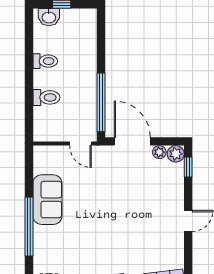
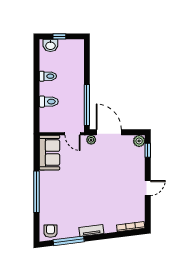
plant: (159, 152) -> (91, 140), moved
sofa: (47, 200) -> (49, 153), moved

